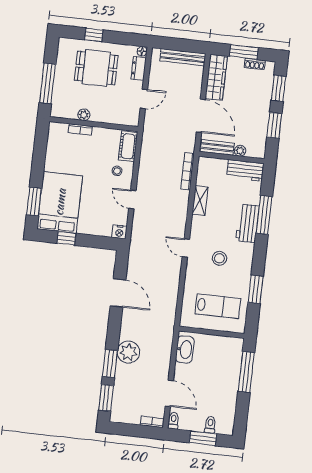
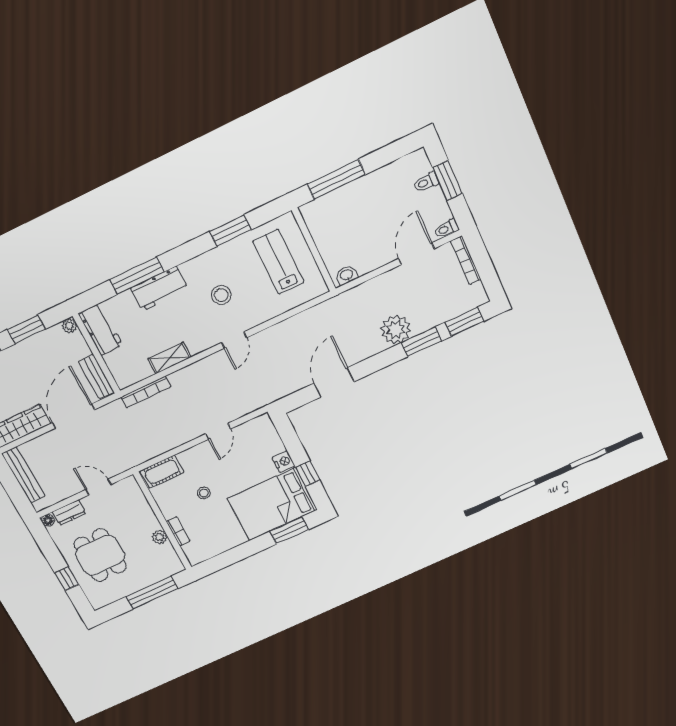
plant: (240, 151) -> (69, 326), moved
stool: (117, 171) -> (204, 493), moved
nightstand: (119, 232) -> (284, 462), moved
washbasin: (185, 349) -> (347, 275), width x0.52, depth x0.69
bookcase: (152, 422) -> (466, 260), width x1.56

